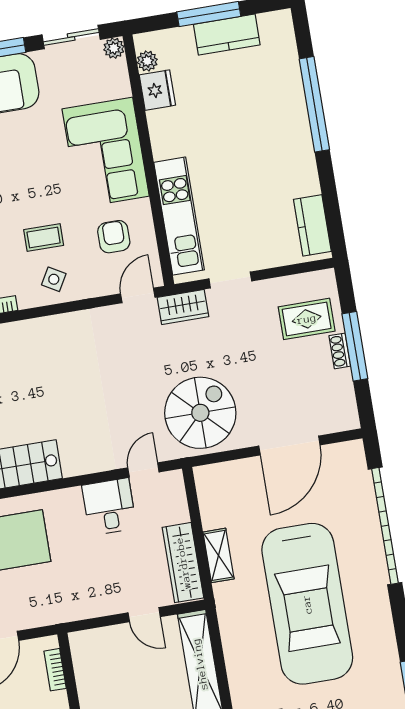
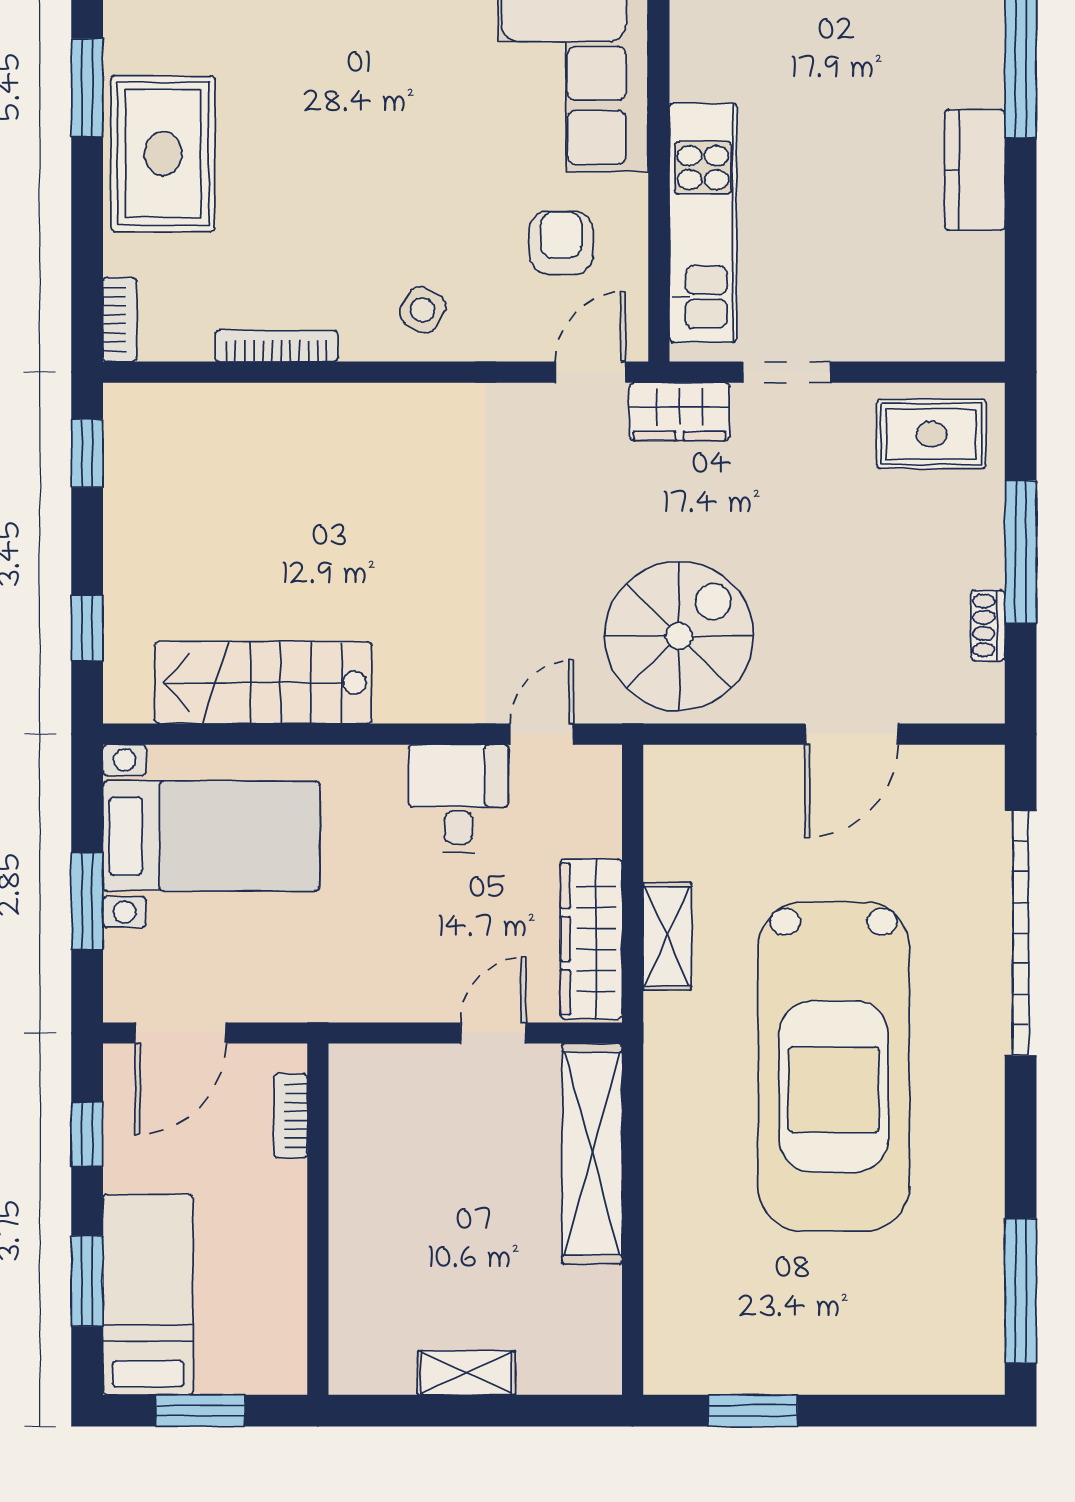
kitchen counter: (312, 225) -> (975, 170), moved
coffee table: (44, 238) -> (416, 220), removed
rug: (307, 319) -> (931, 434), moved
shoe rack: (340, 351) -> (988, 625), moved
door: (289, 445) -> (851, 734), width x0.73
door: (144, 615) -> (493, 1033), swing flipped

